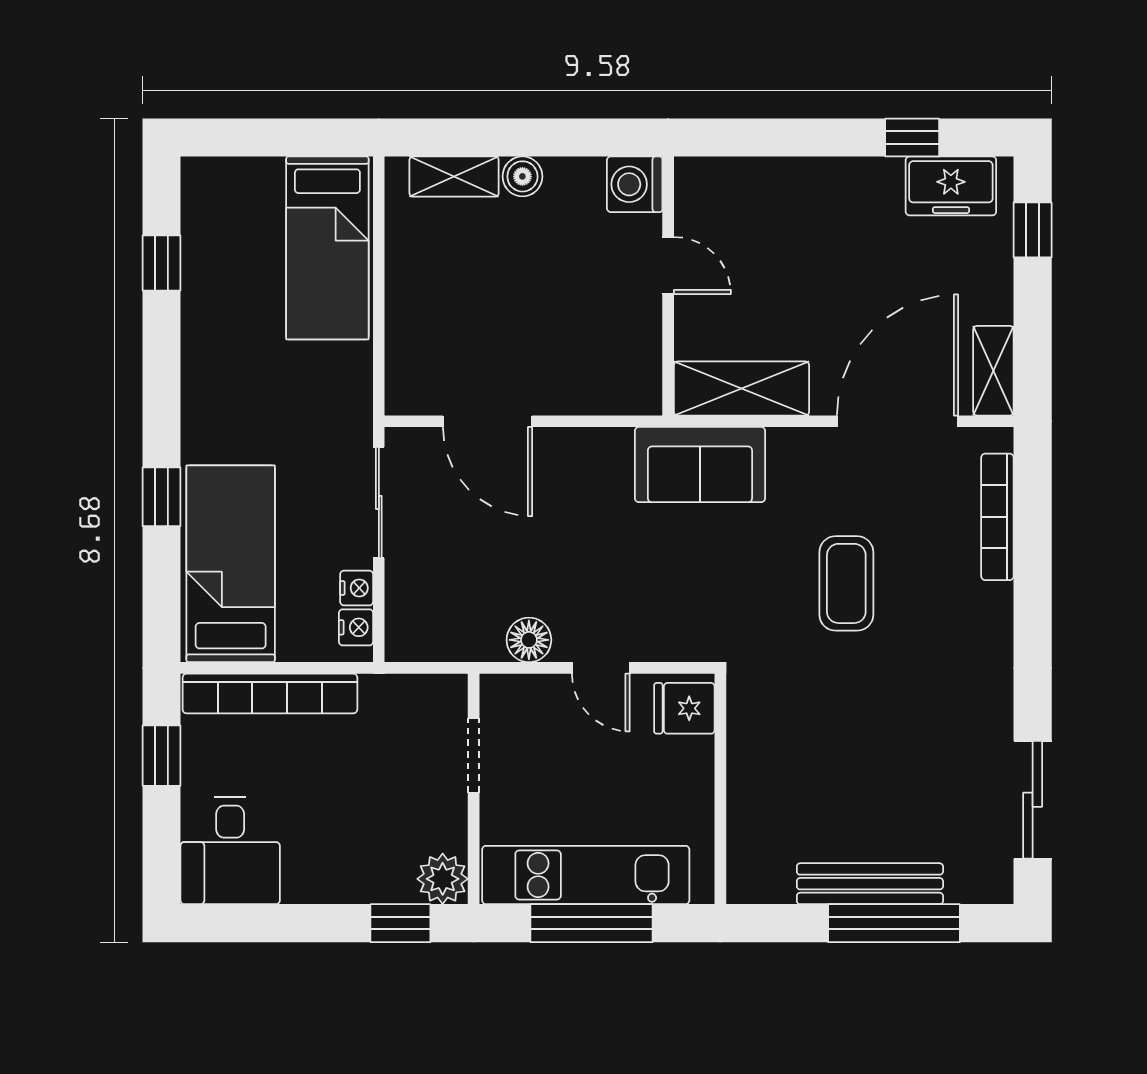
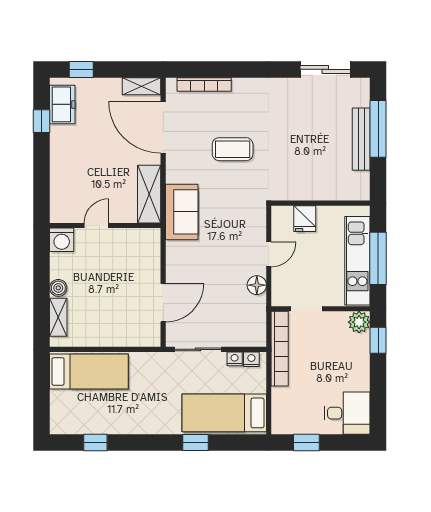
bookcase: (270, 693) -> (280, 349), moved
fridge: (684, 708) -> (305, 219), moved

